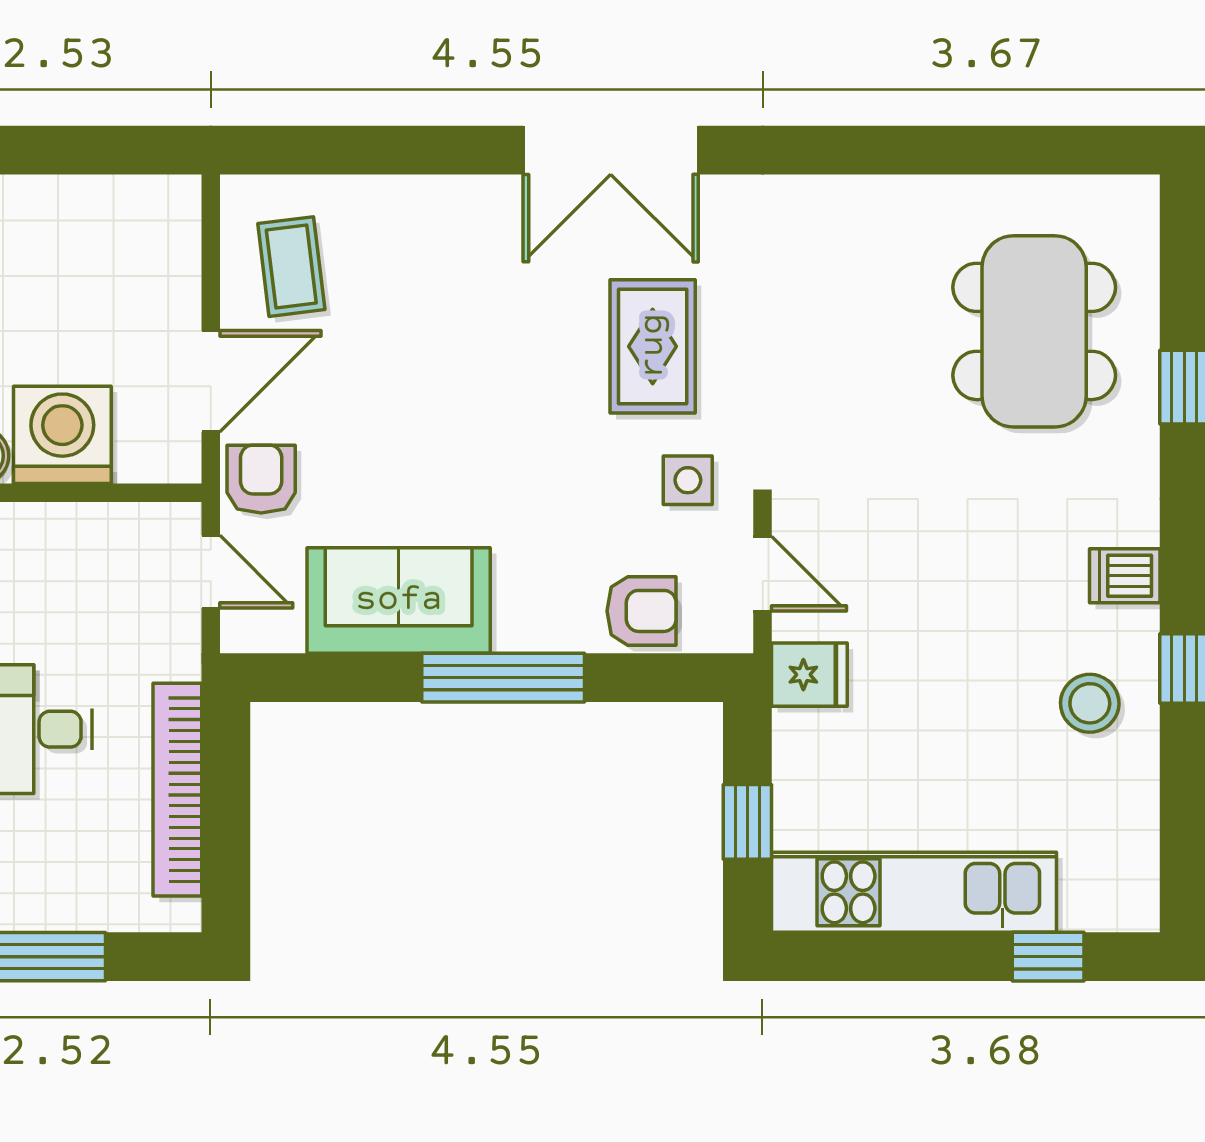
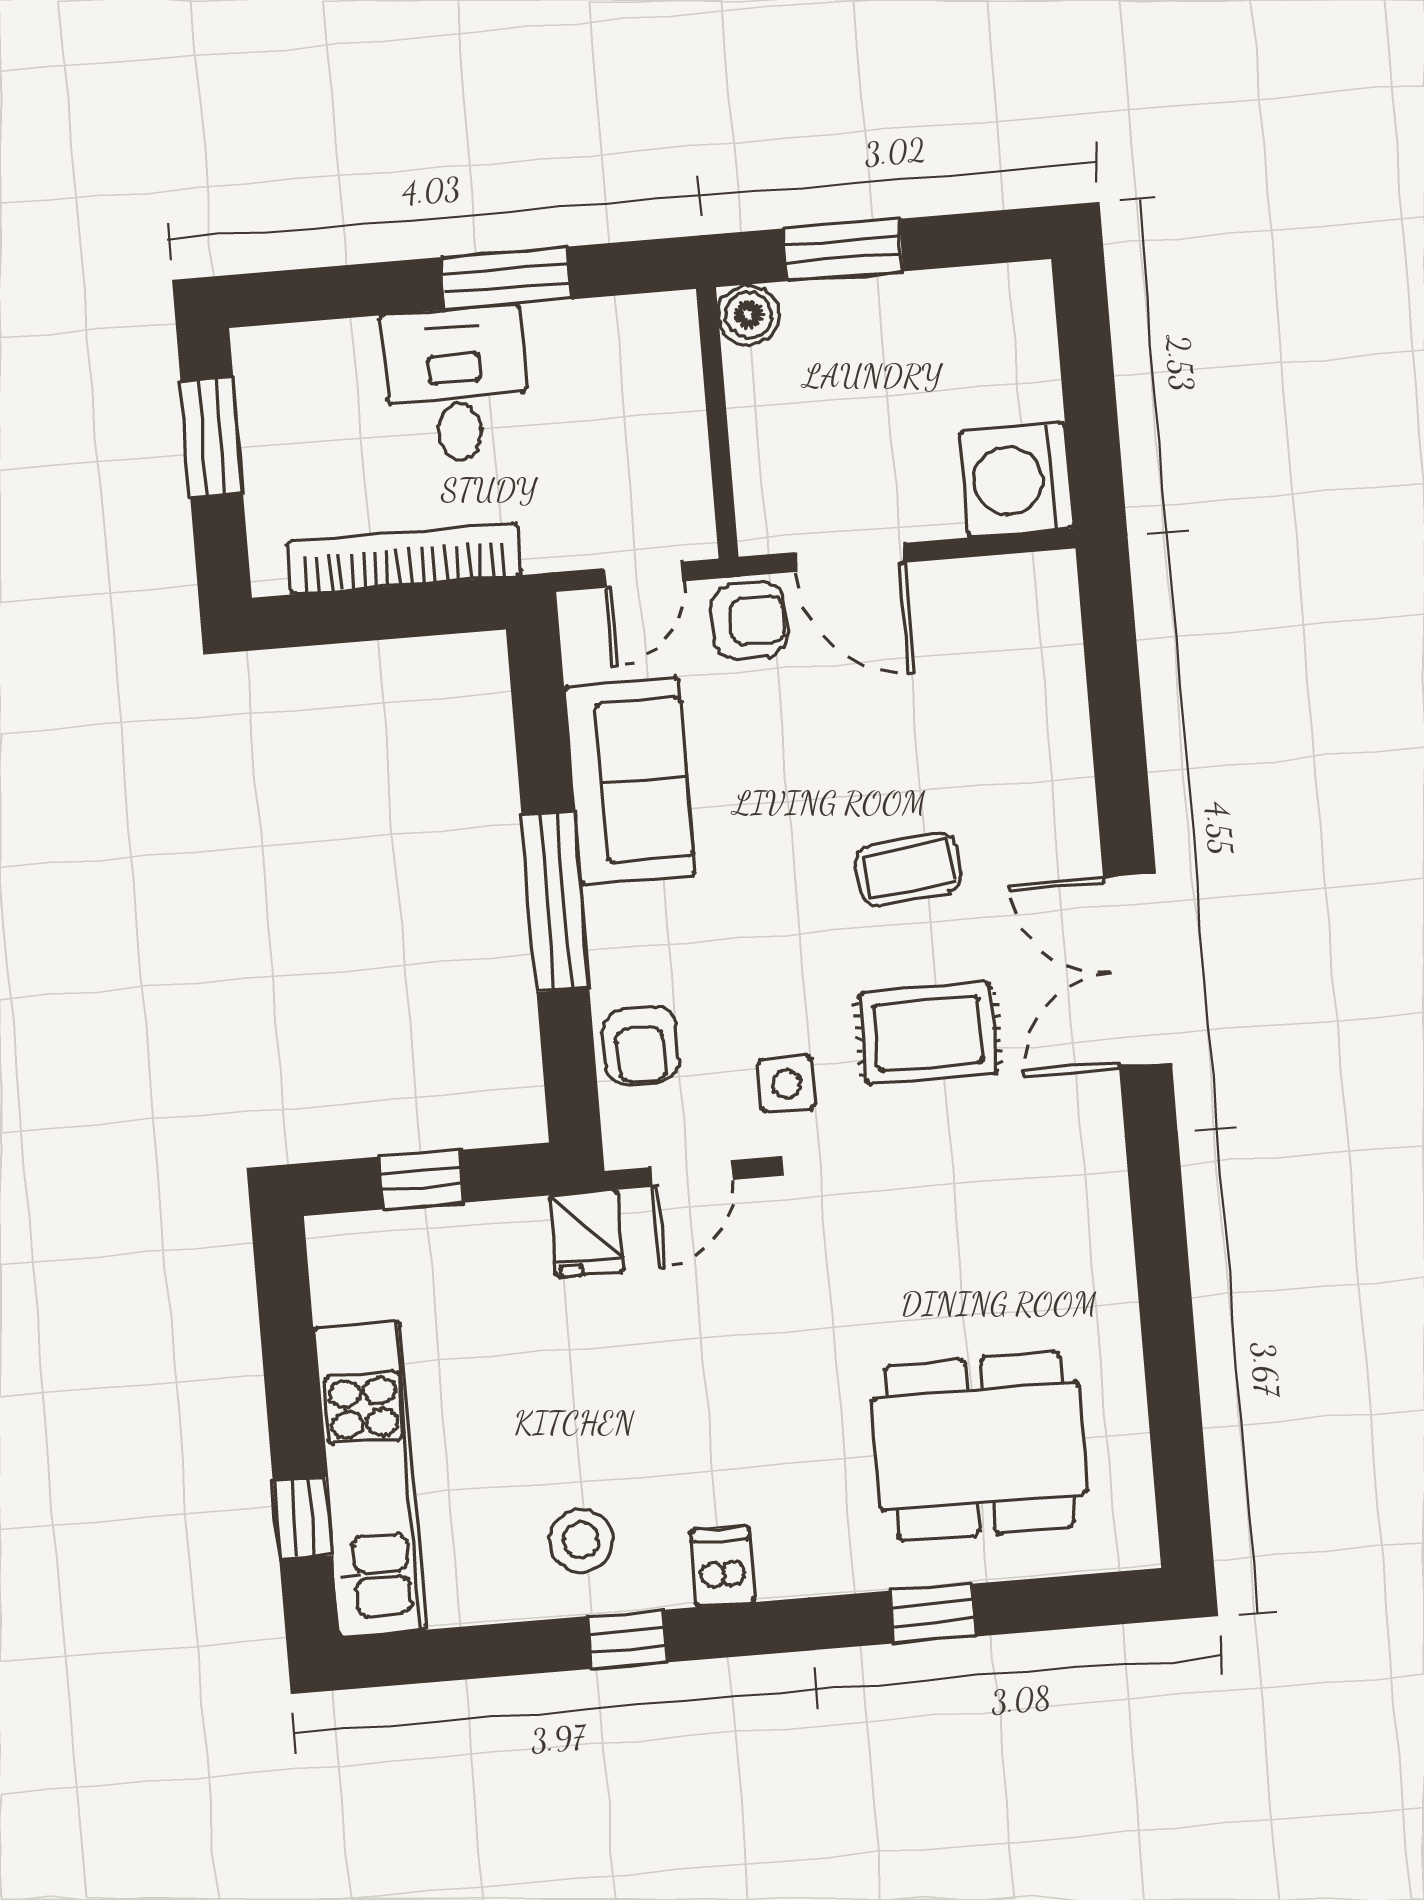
coffee table: (291, 267) -> (908, 869), moved
washing machine: (62, 435) -> (1017, 480), moved, turned 180
kitchen unit: (914, 892) -> (370, 1479), moved

